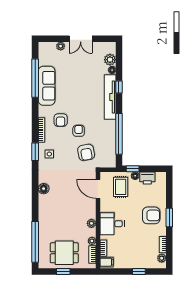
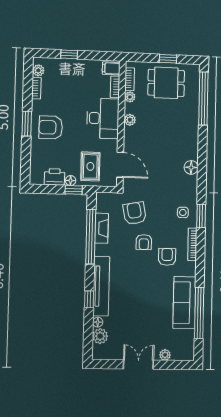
fireplace: (111, 140) -> (102, 228), added
desk: (112, 224) -> (103, 118), width x1.37

